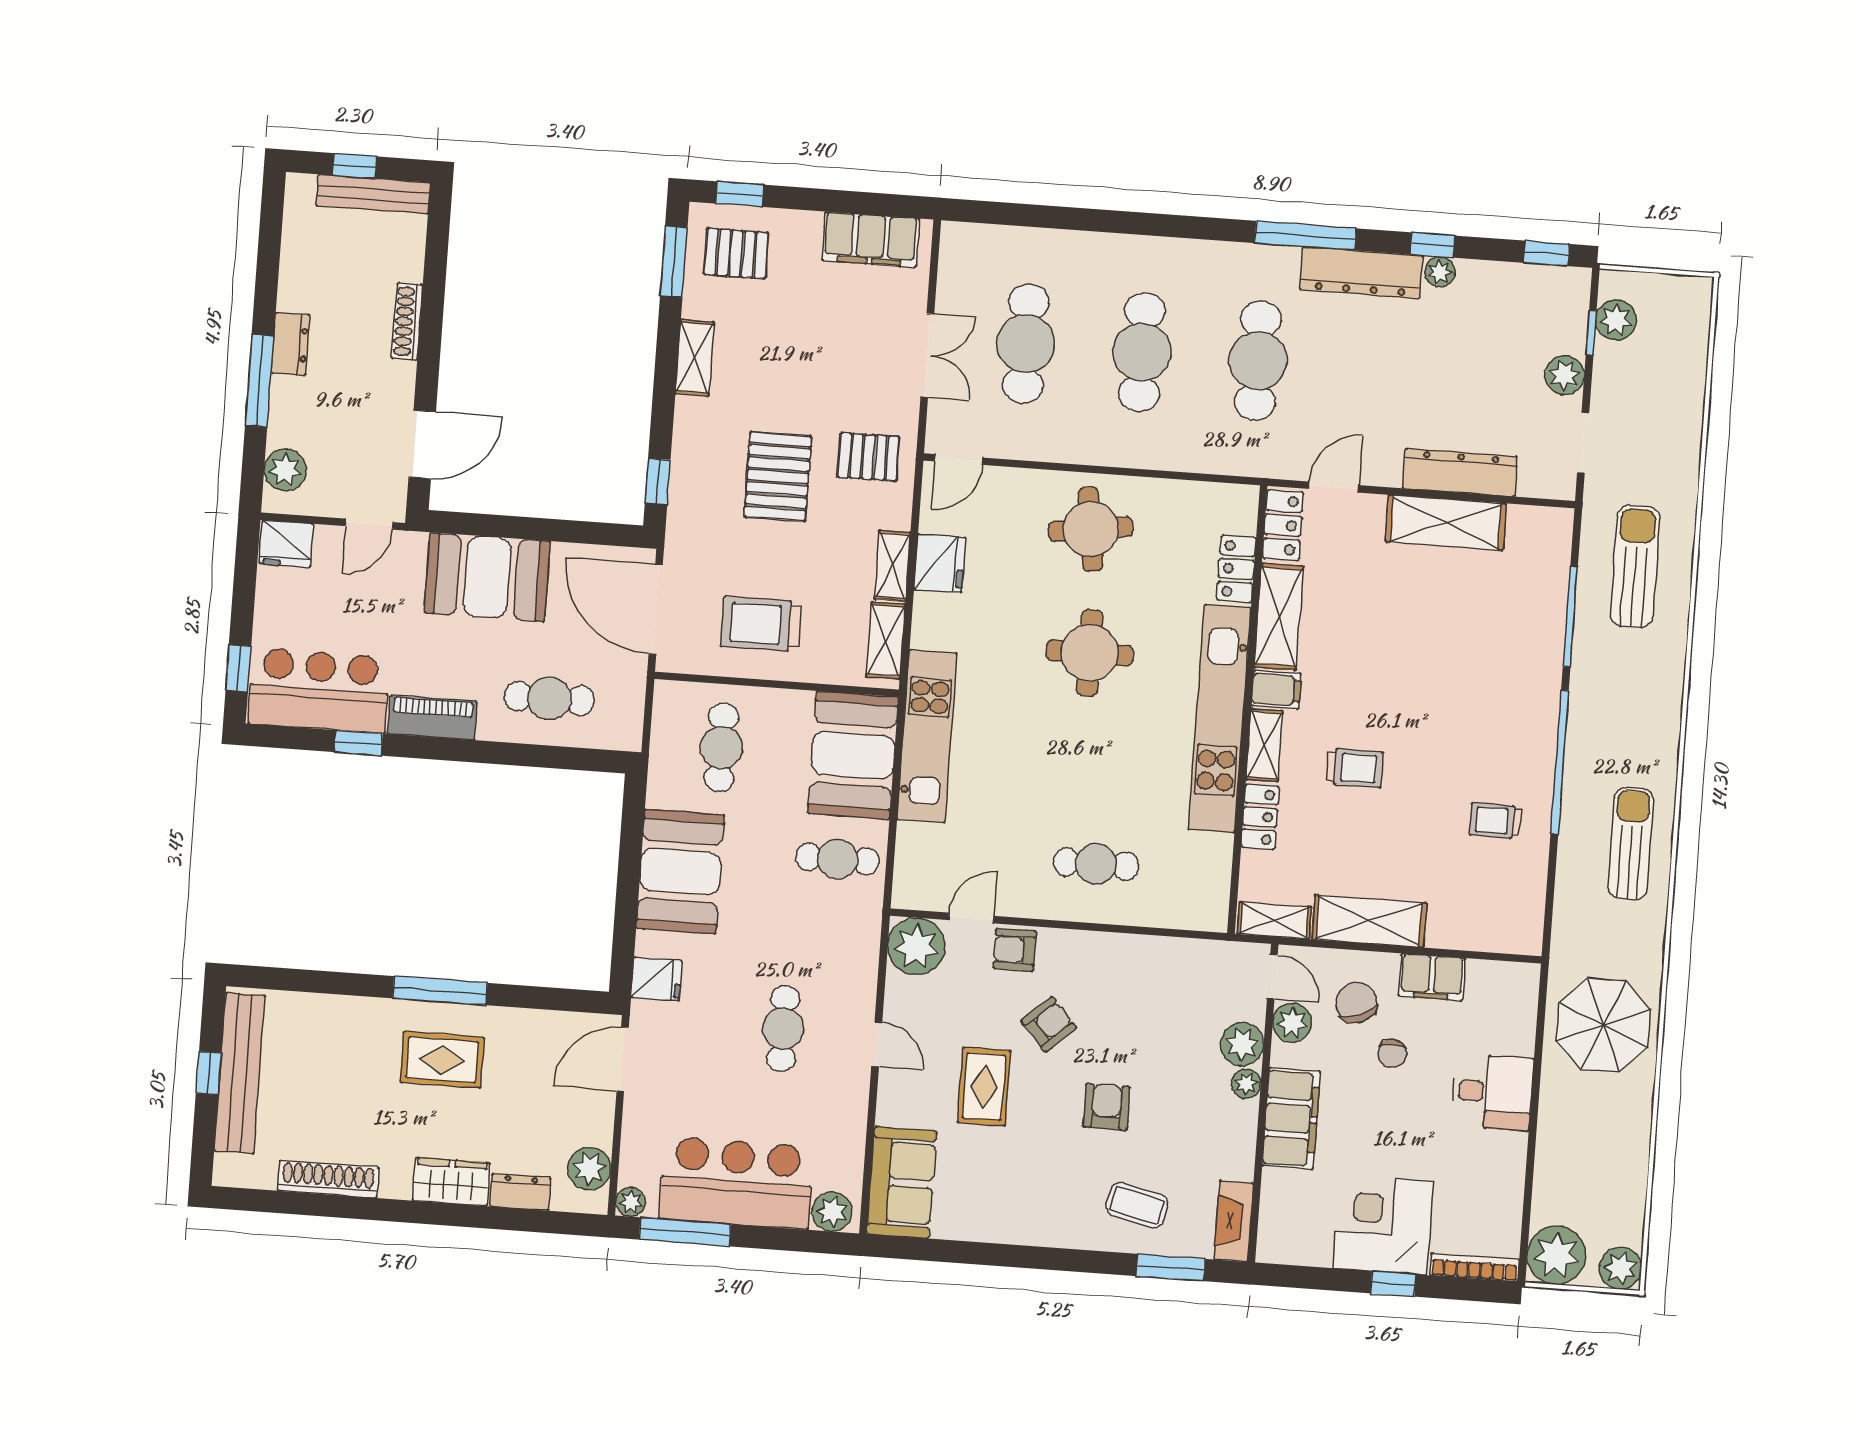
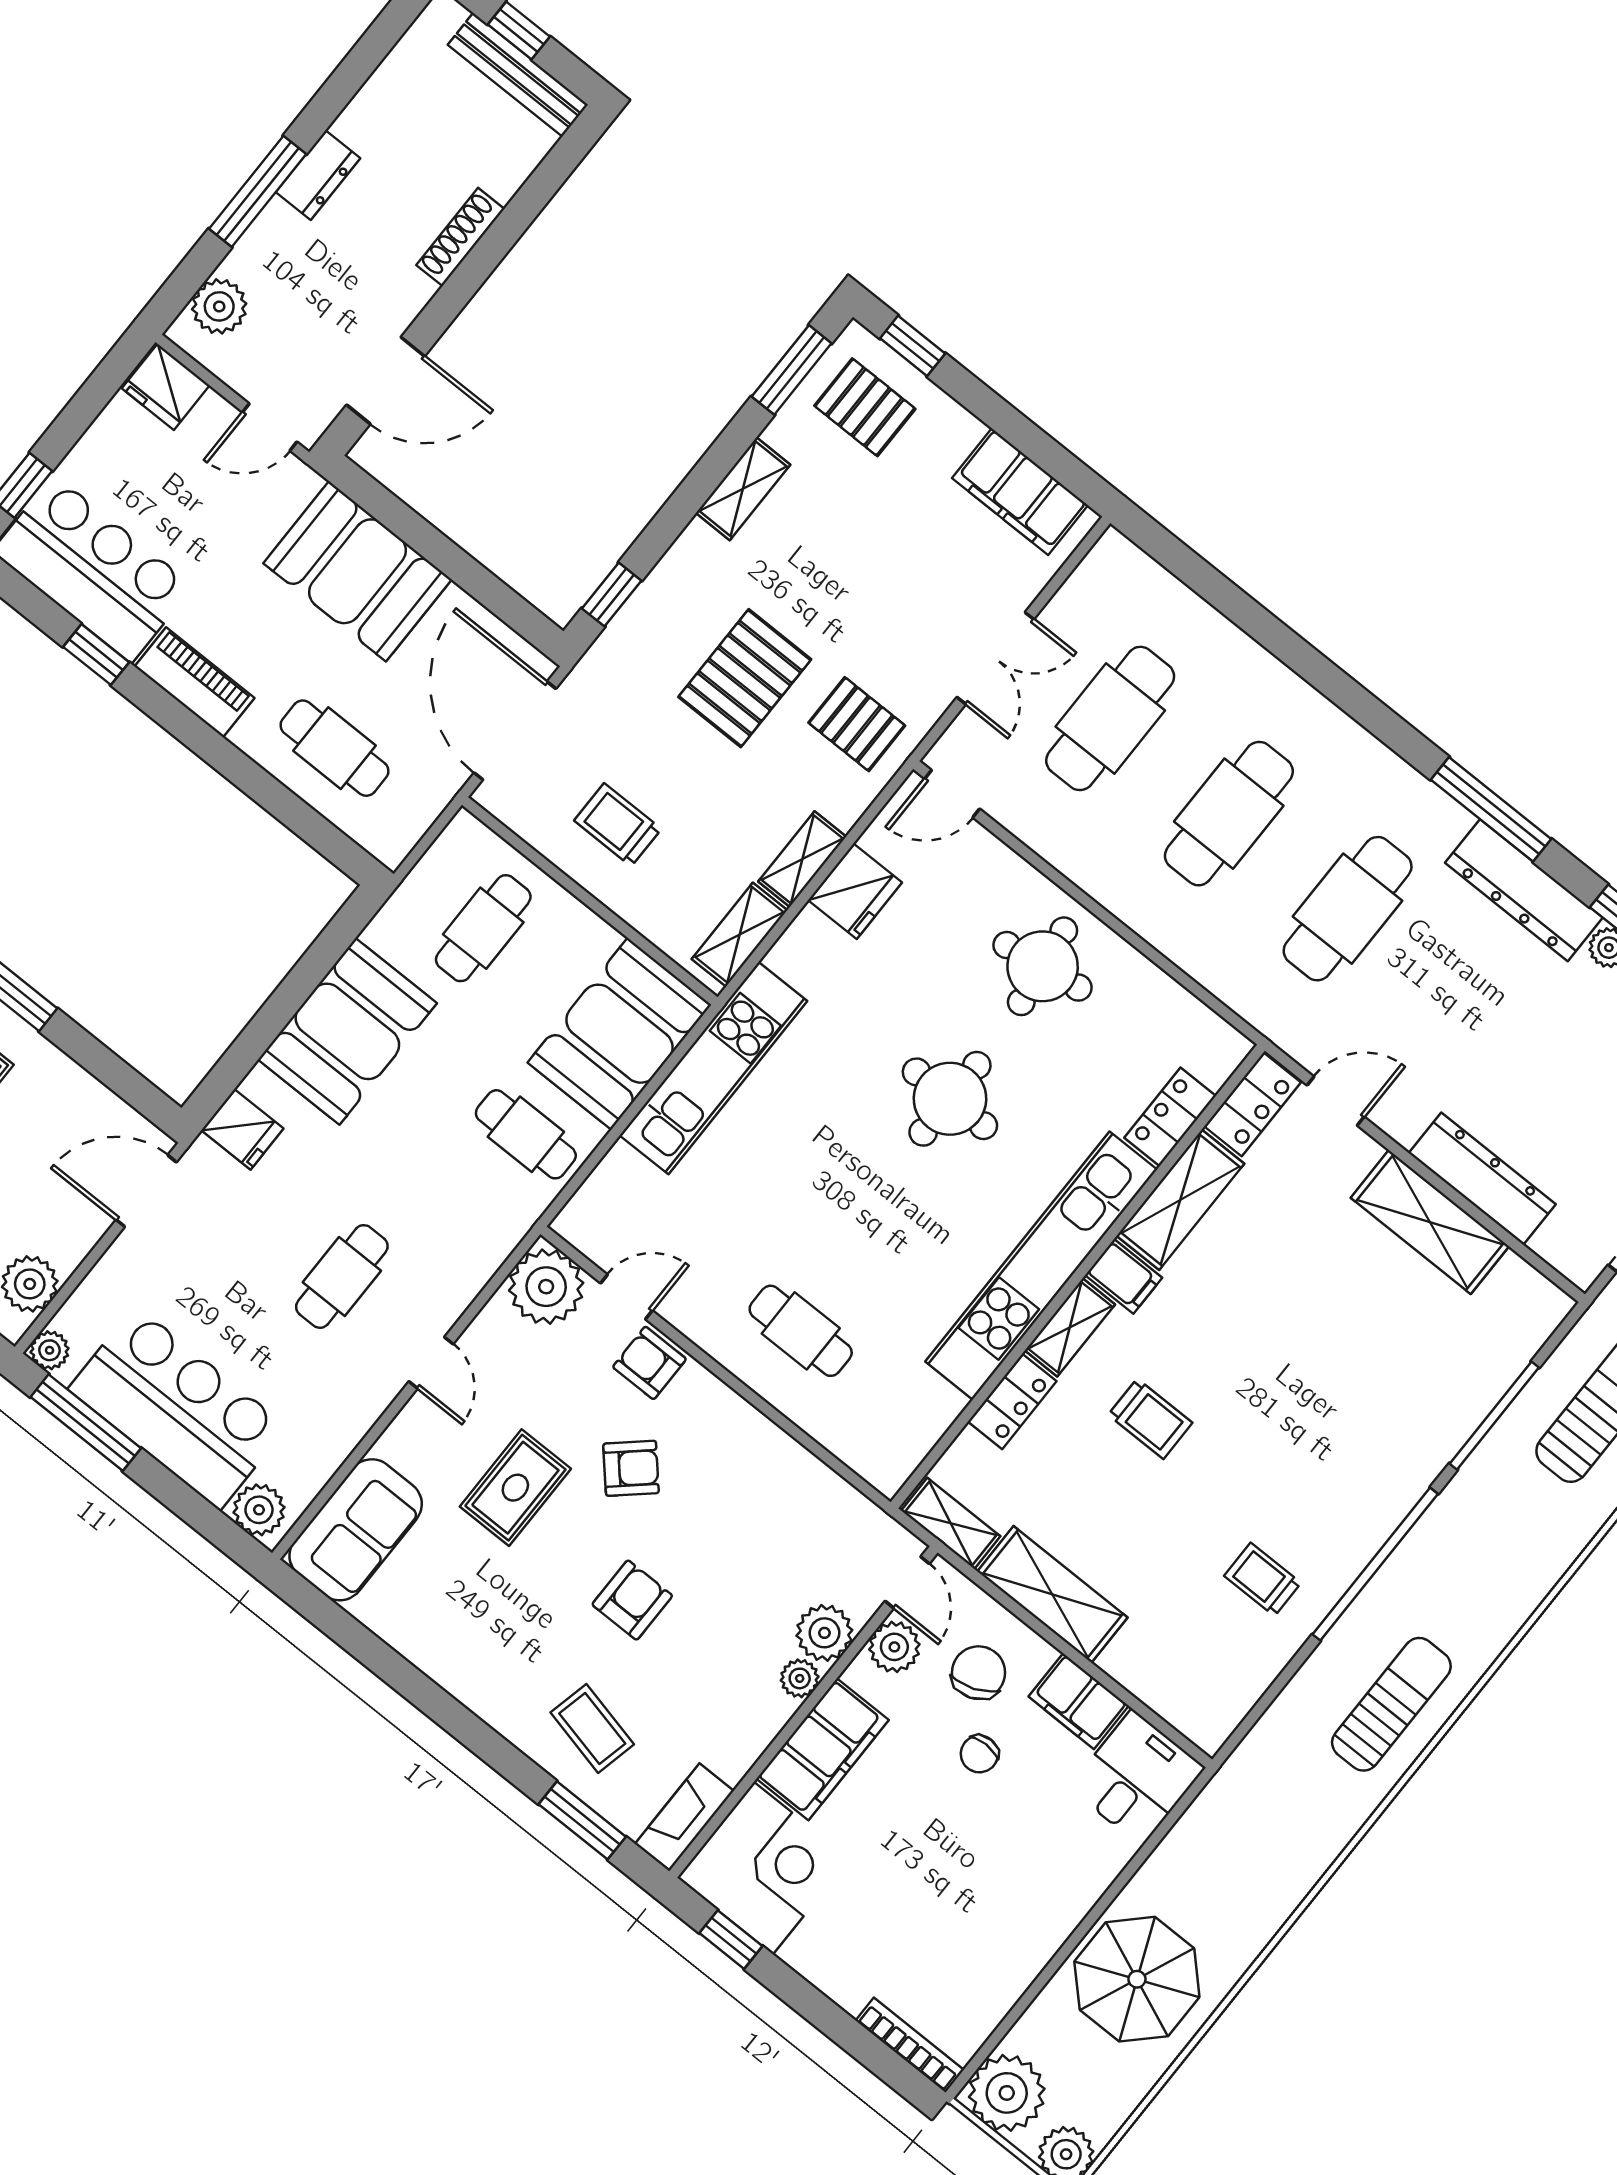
trolley: (761, 624) -> (618, 825), width x0.73, depth x0.72
parasol: (1603, 1025) -> (1137, 1979), moved
desk: (1492, 1092) -> (1137, 1778), moved, turned -90
corner desk: (1383, 1225) -> (763, 1868), moved, turned 90
window: (1393, 1284) -> (731, 1940), moved

